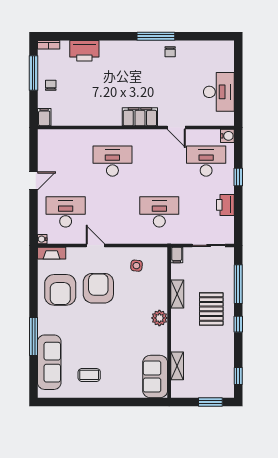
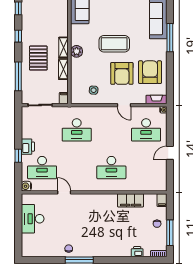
printer: (84, 51) -> (137, 252), width x0.53, depth x0.68
filing cabinet: (140, 117) -> (131, 200), moved
printer: (225, 205) -> (28, 147), moved
window: (238, 324) -> (18, 36), moved
shelving: (177, 366) -> (63, 47), moved
coffee table: (89, 375) -> (114, 44), moved, width x1.86, depth x1.72

